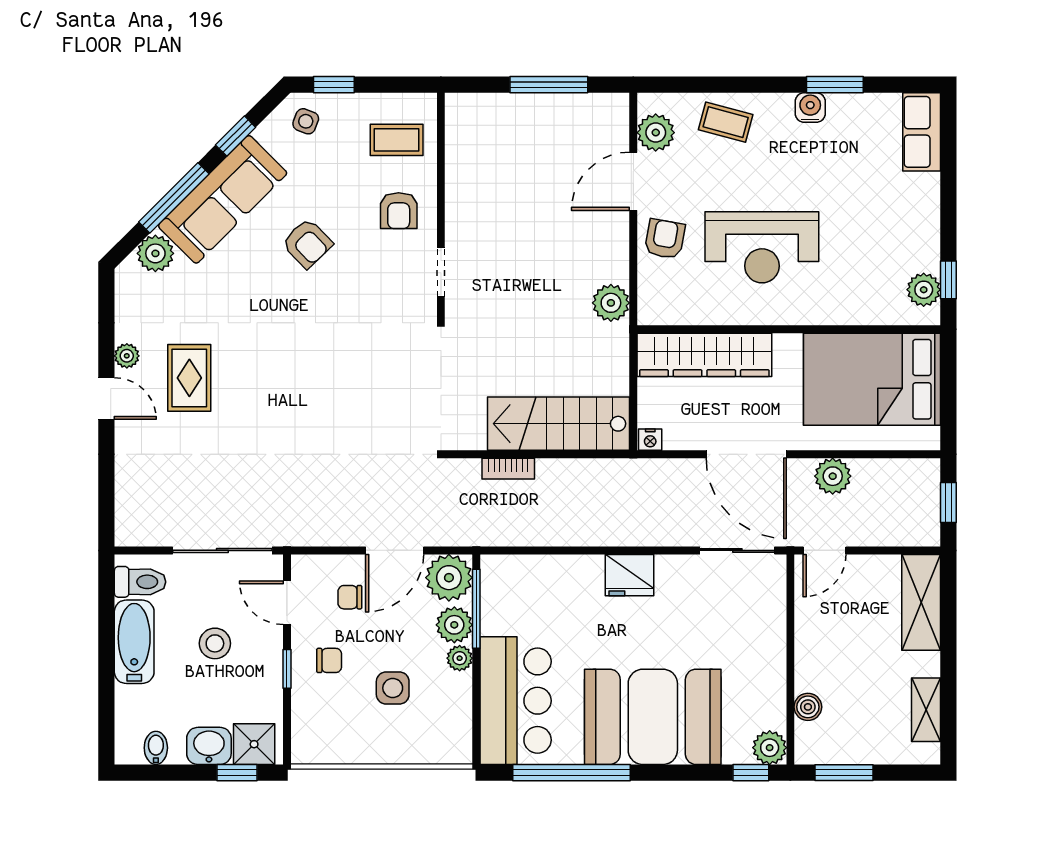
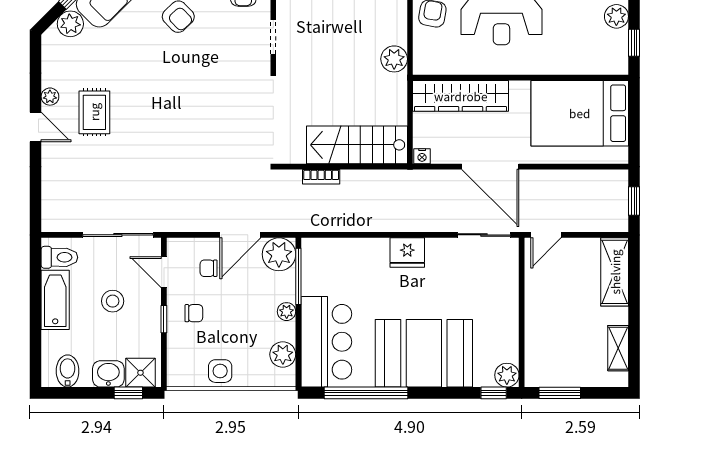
plant: (924, 290) -> (616, 16), moved
plant: (833, 476) -> (552, 182), removed
plant: (454, 625) -> (283, 354), moved
side table: (393, 688) -> (220, 371), moved
boiler: (808, 707) -> (534, 346), removed
bidet: (156, 748) -> (68, 371), width x1.38, depth x1.36

